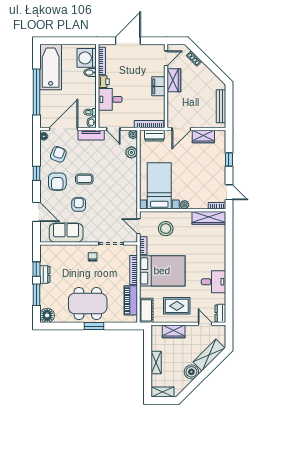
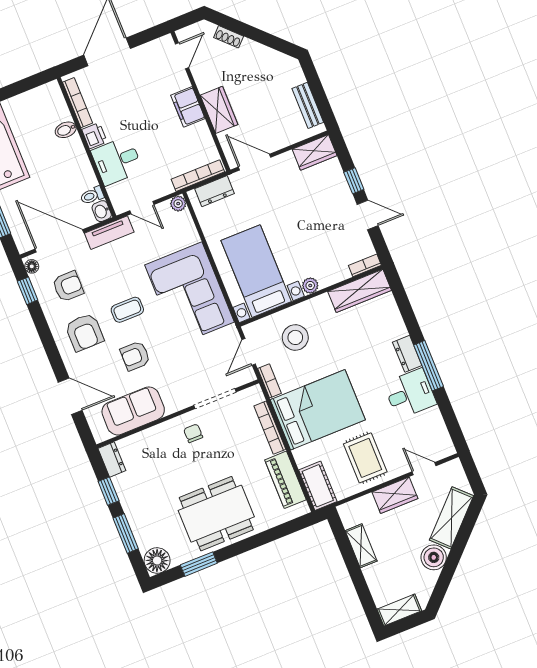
washing machine: (87, 58) -> (50, 108), removed
wardrobe: (174, 80) -> (219, 110), moved
bench: (221, 106) -> (308, 105), width x0.73
door: (63, 129) -> (59, 241), hinge flipped
door: (181, 129) -> (255, 162), swing flipped
wardrobe: (203, 136) -> (315, 152), moved
plant: (131, 152) -> (188, 234), removed
armchair: (58, 154) -> (68, 286), turned 69
window: (36, 173) -> (28, 291), moved
corner sofa: (120, 184) -> (190, 293), added
door: (229, 192) -> (368, 215), moved
armchair: (79, 205) -> (135, 356), turned -90
door: (138, 226) -> (249, 352), hinge flipped
window: (229, 271) -> (429, 366), added
dresser: (45, 274) -> (112, 459), moved
rug: (177, 306) -> (365, 458), turned 90
dresser: (220, 313) -> (407, 354), moved
window: (94, 326) -> (199, 564), moved
wardrobe: (174, 331) -> (395, 495), moved
shelving: (156, 362) -> (361, 546), moved

